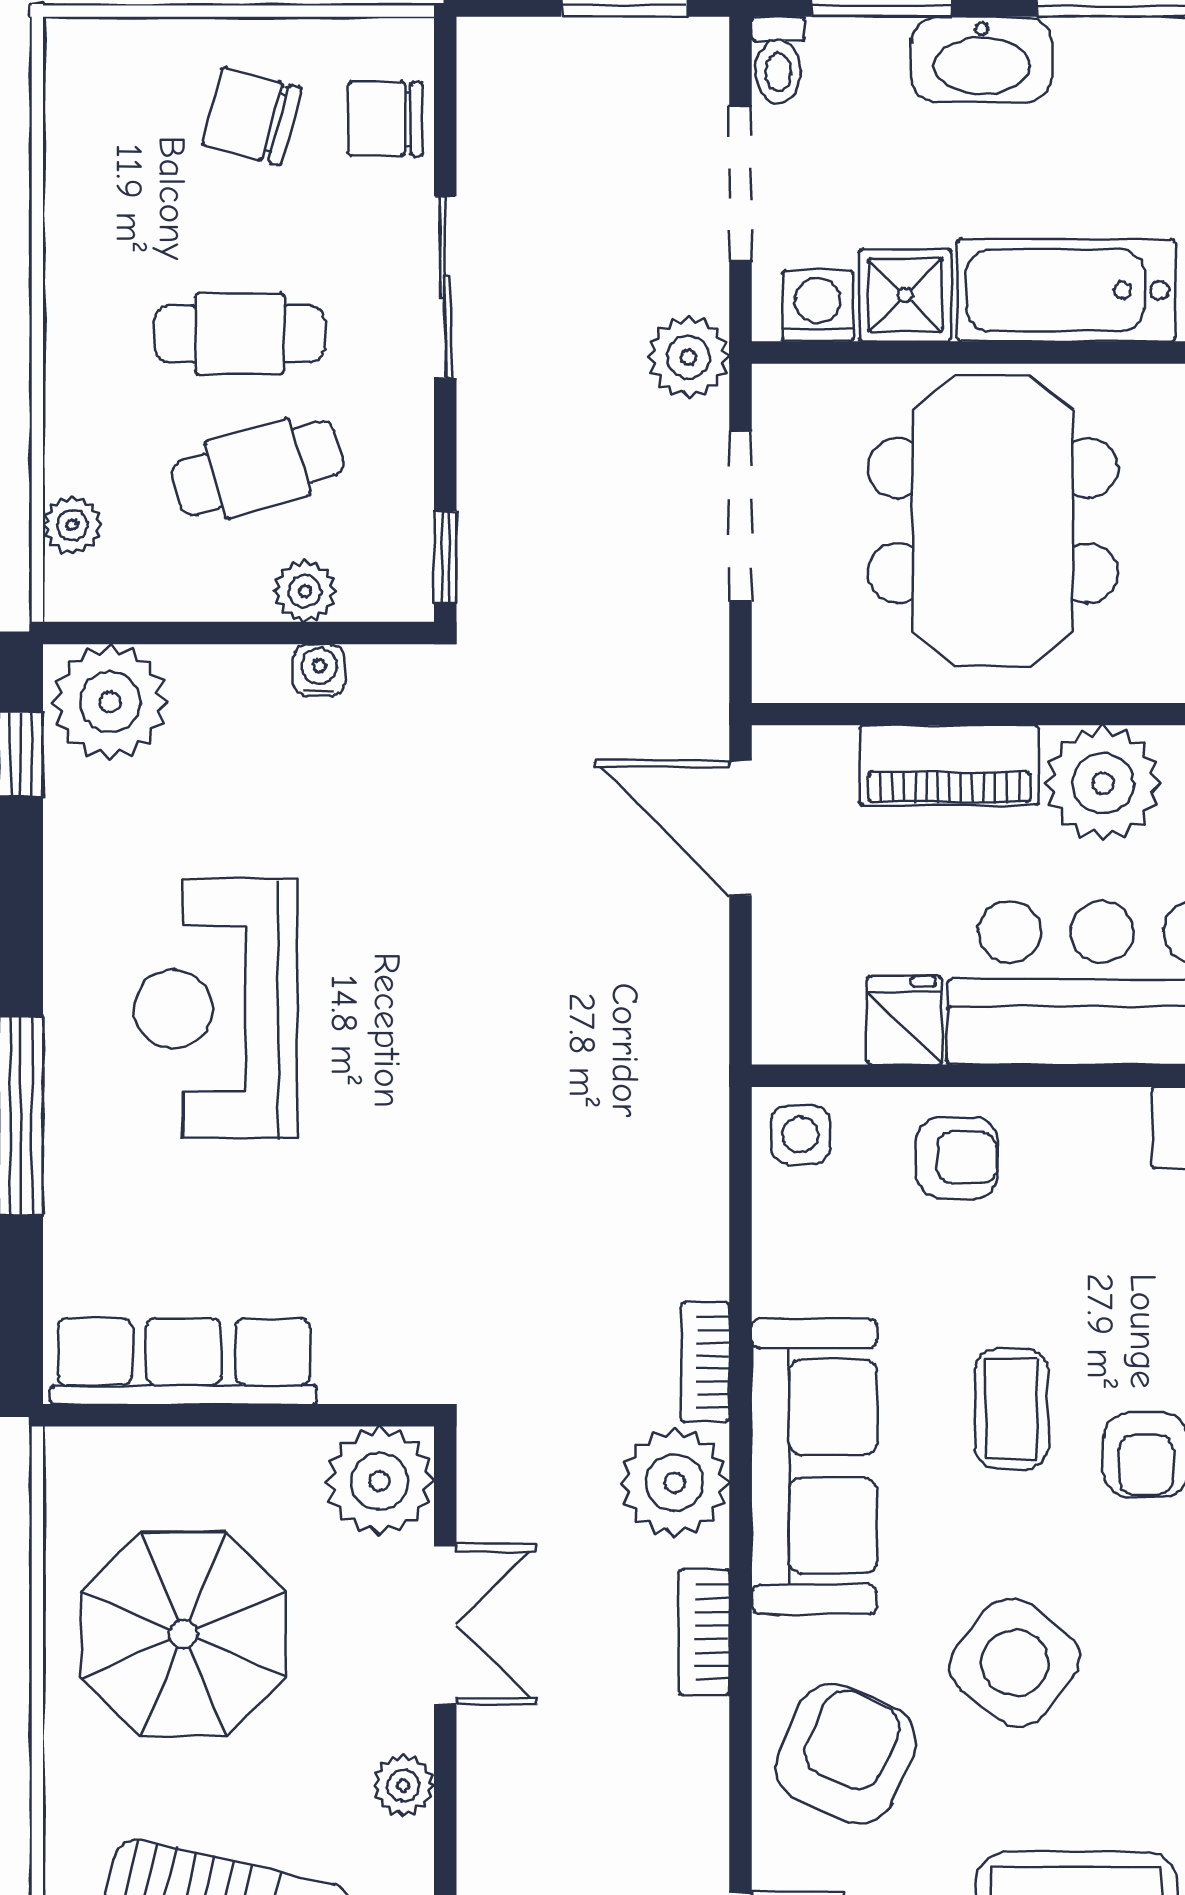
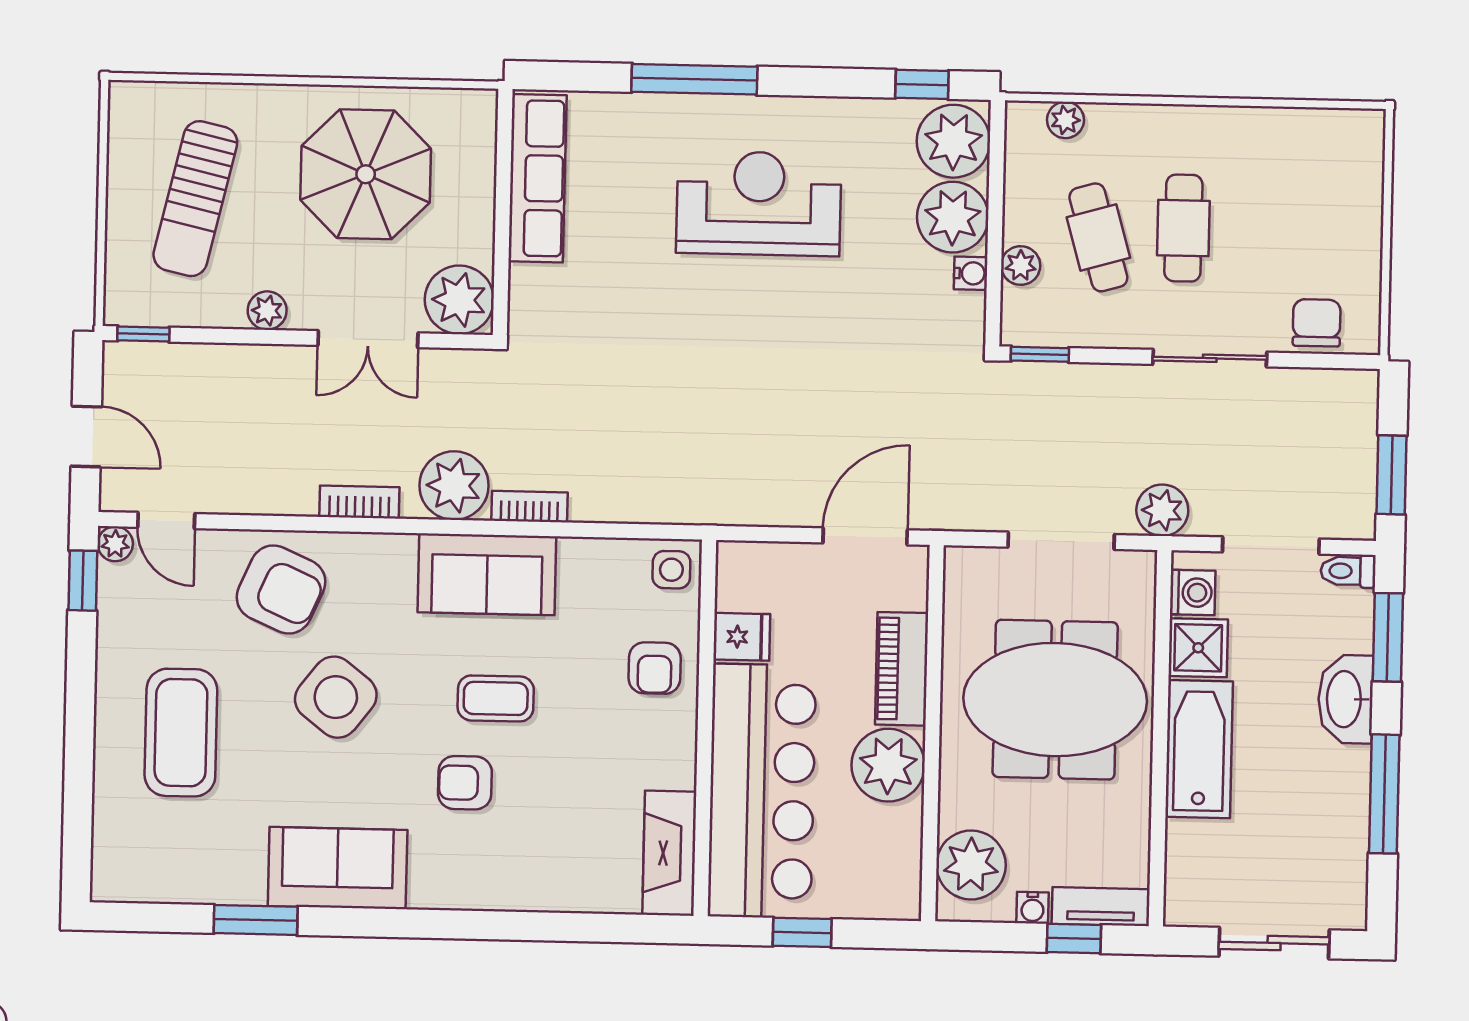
chair: (252, 116) -> (1320, 239), removed
plant: (230, 701) -> (953, 217), added
sofa: (814, 1466) -> (487, 574), width x0.73

